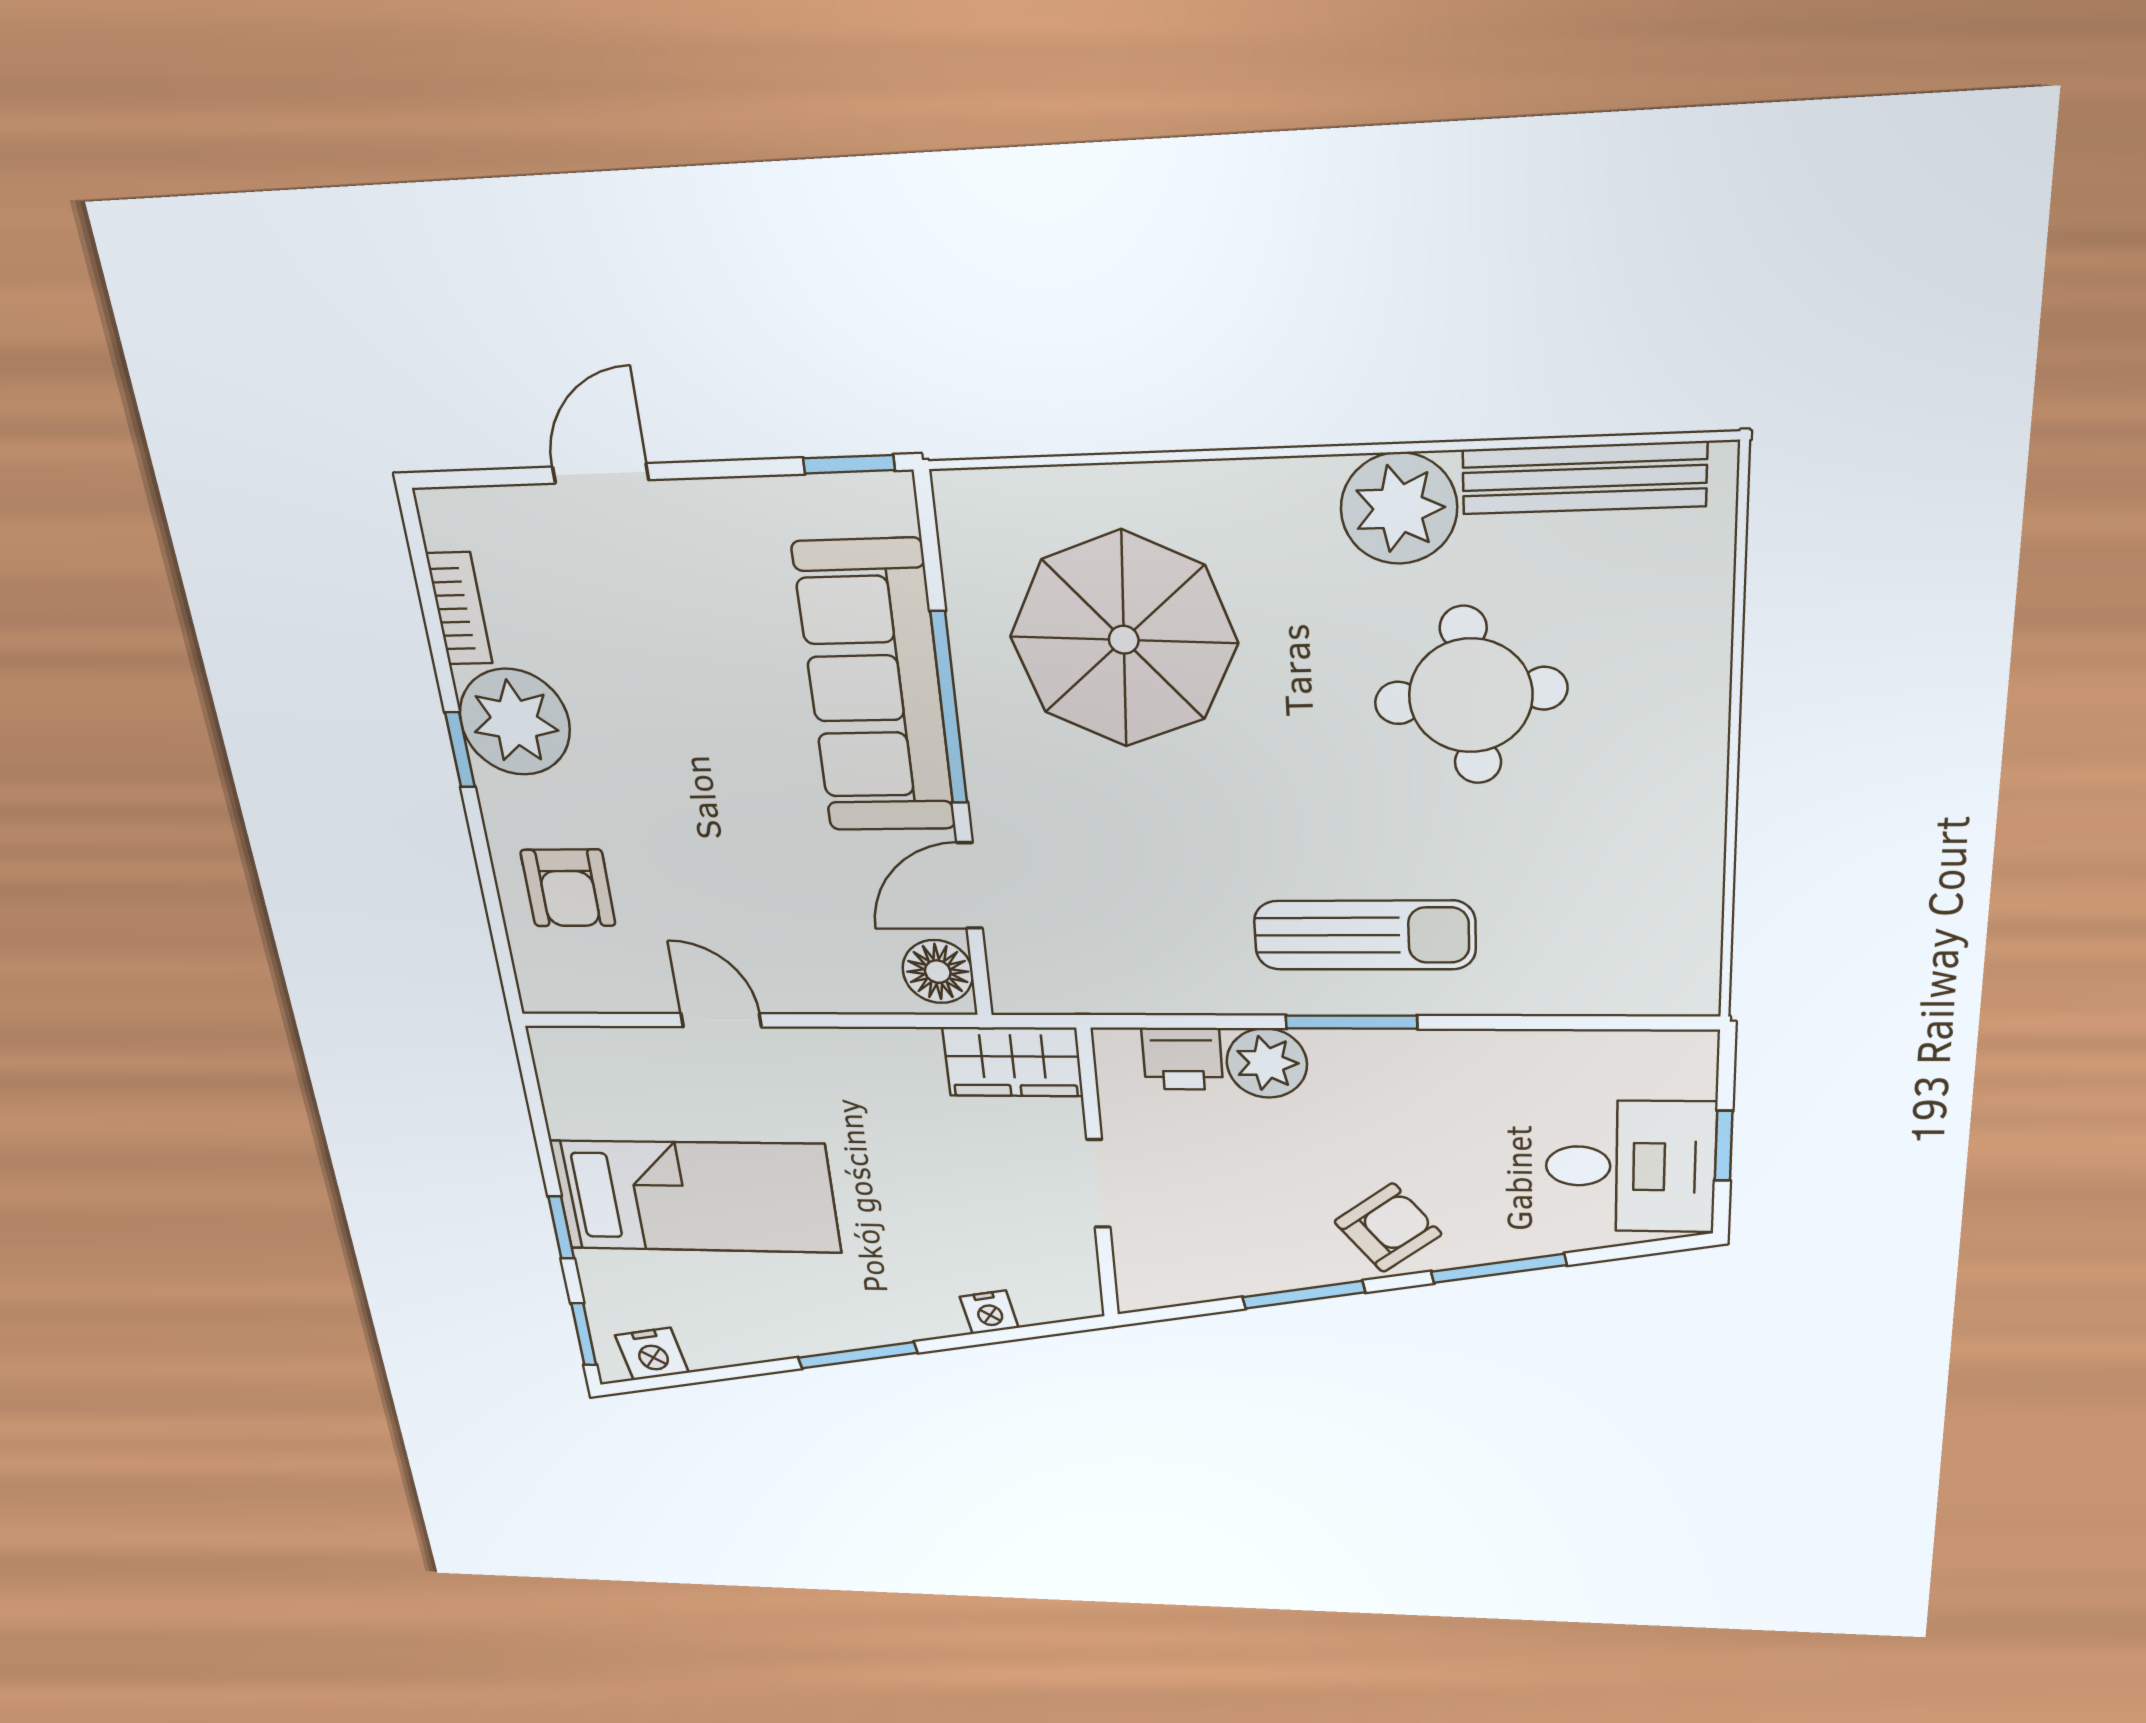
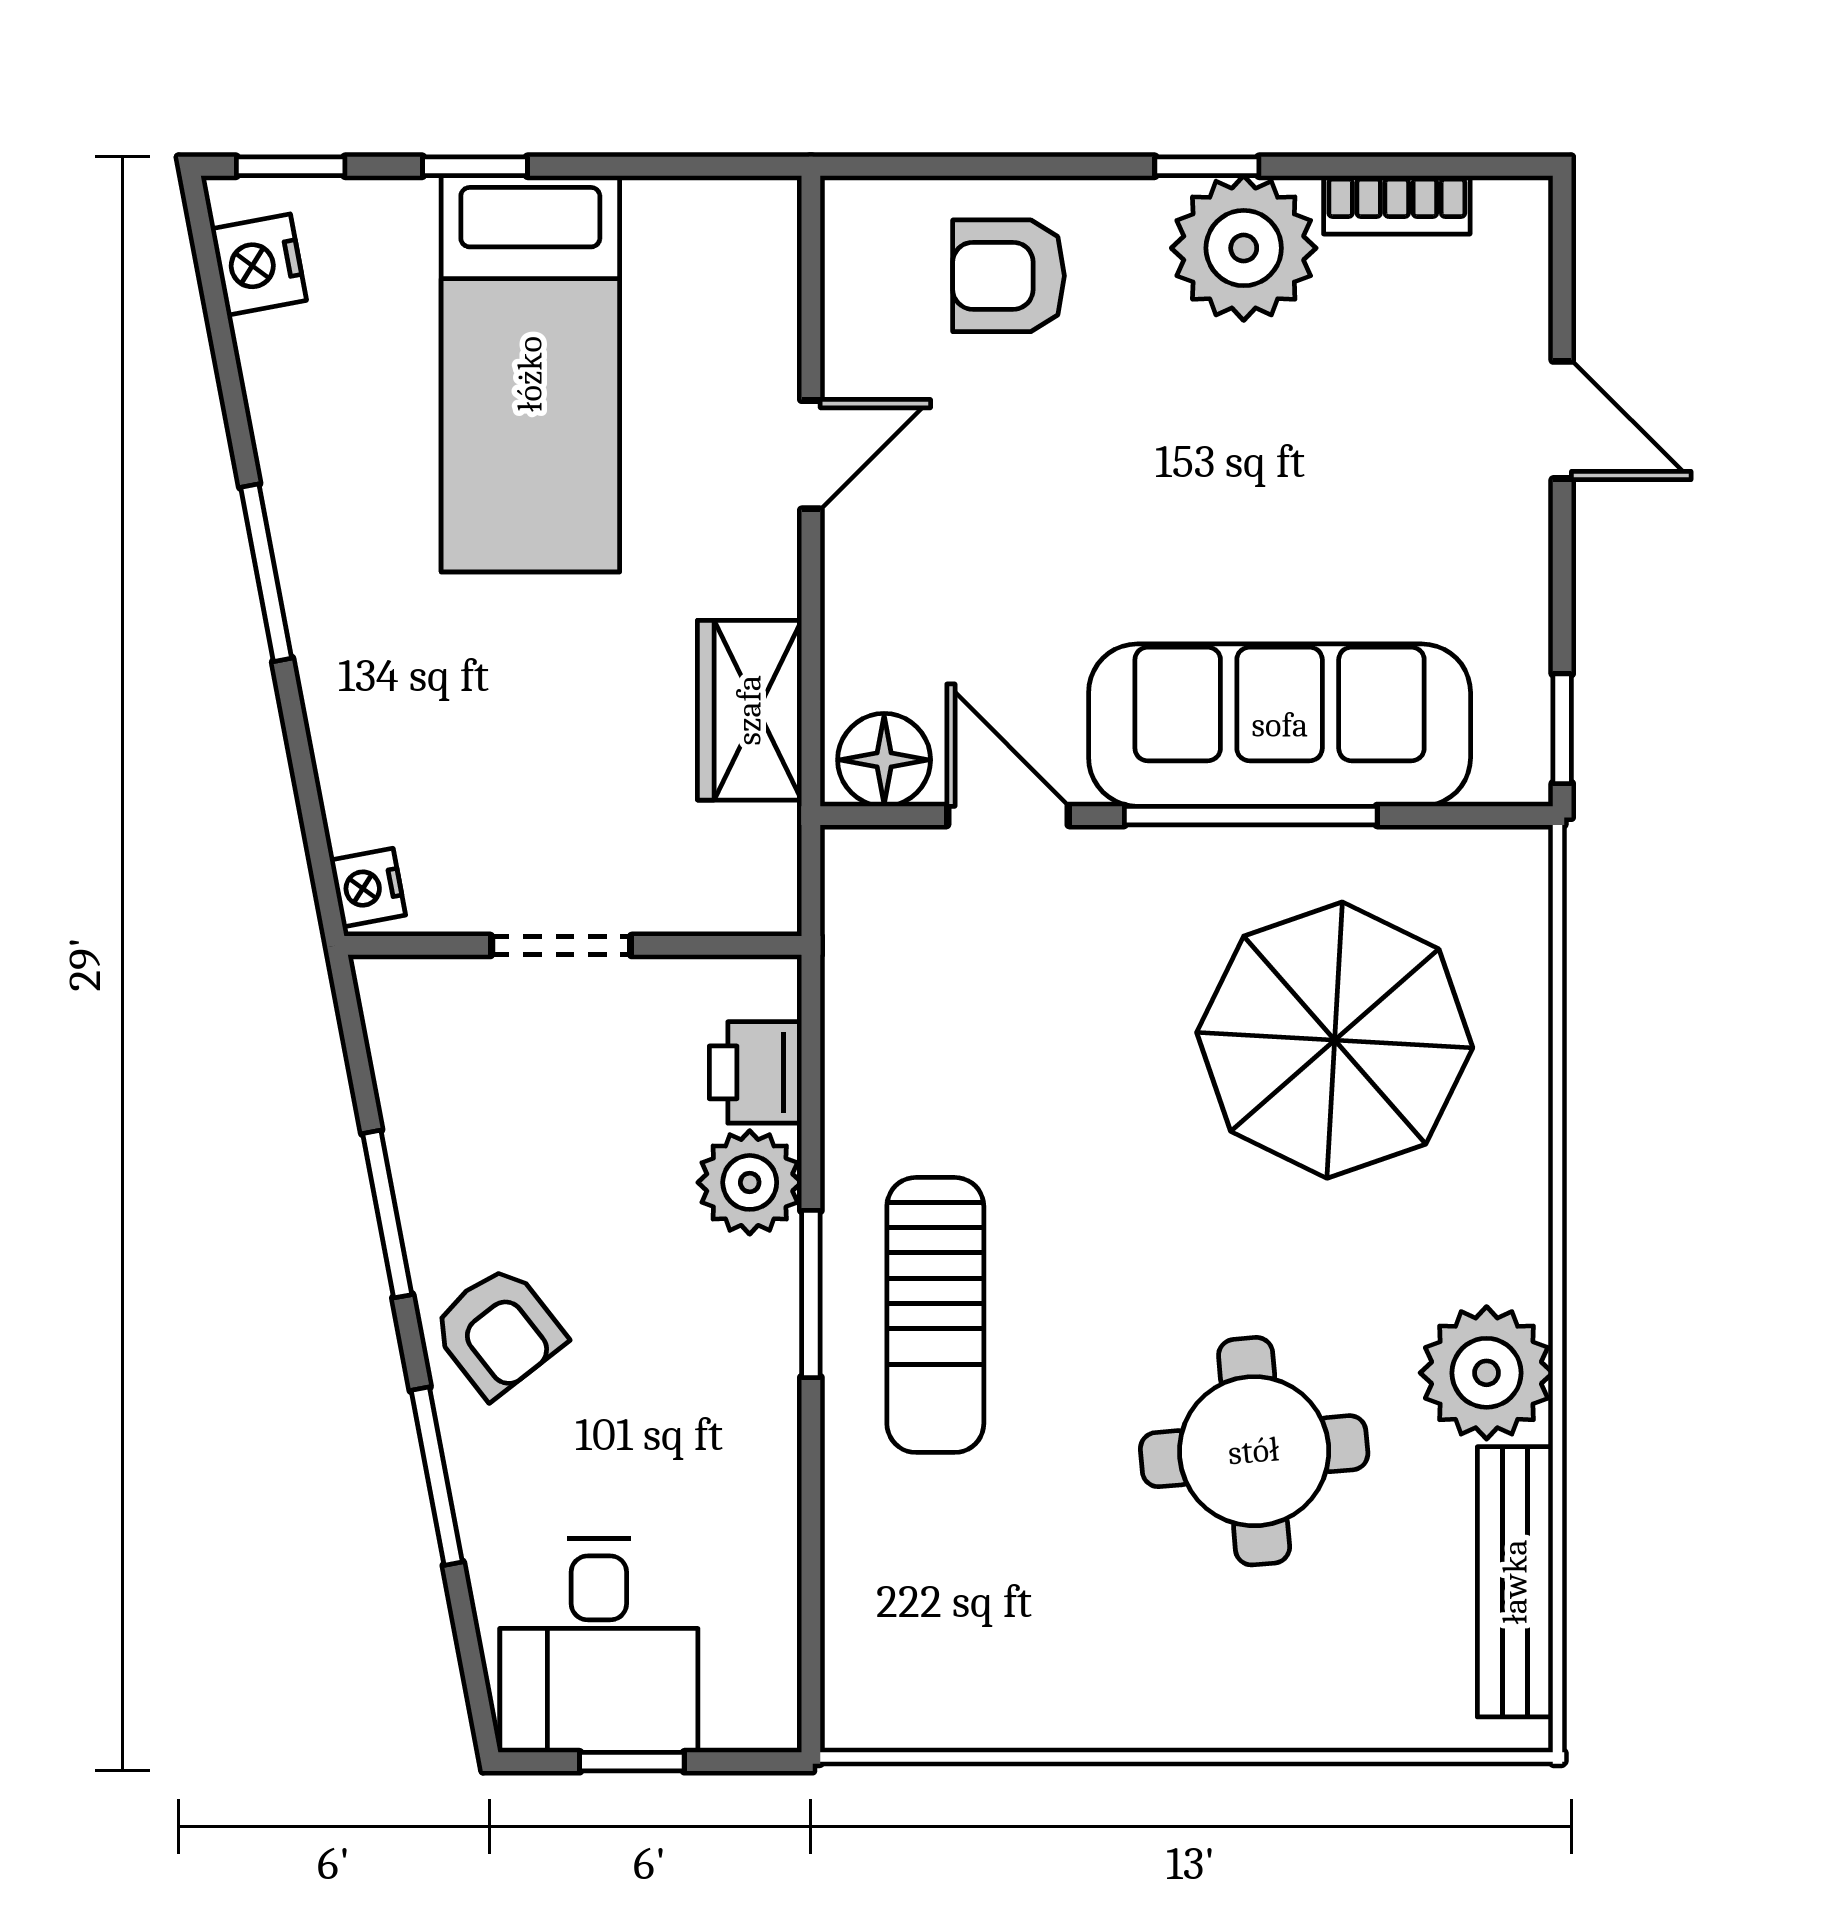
wardrobe: (1013, 1062) -> (749, 710), moved
nightstand: (989, 1312) -> (368, 888), moved

